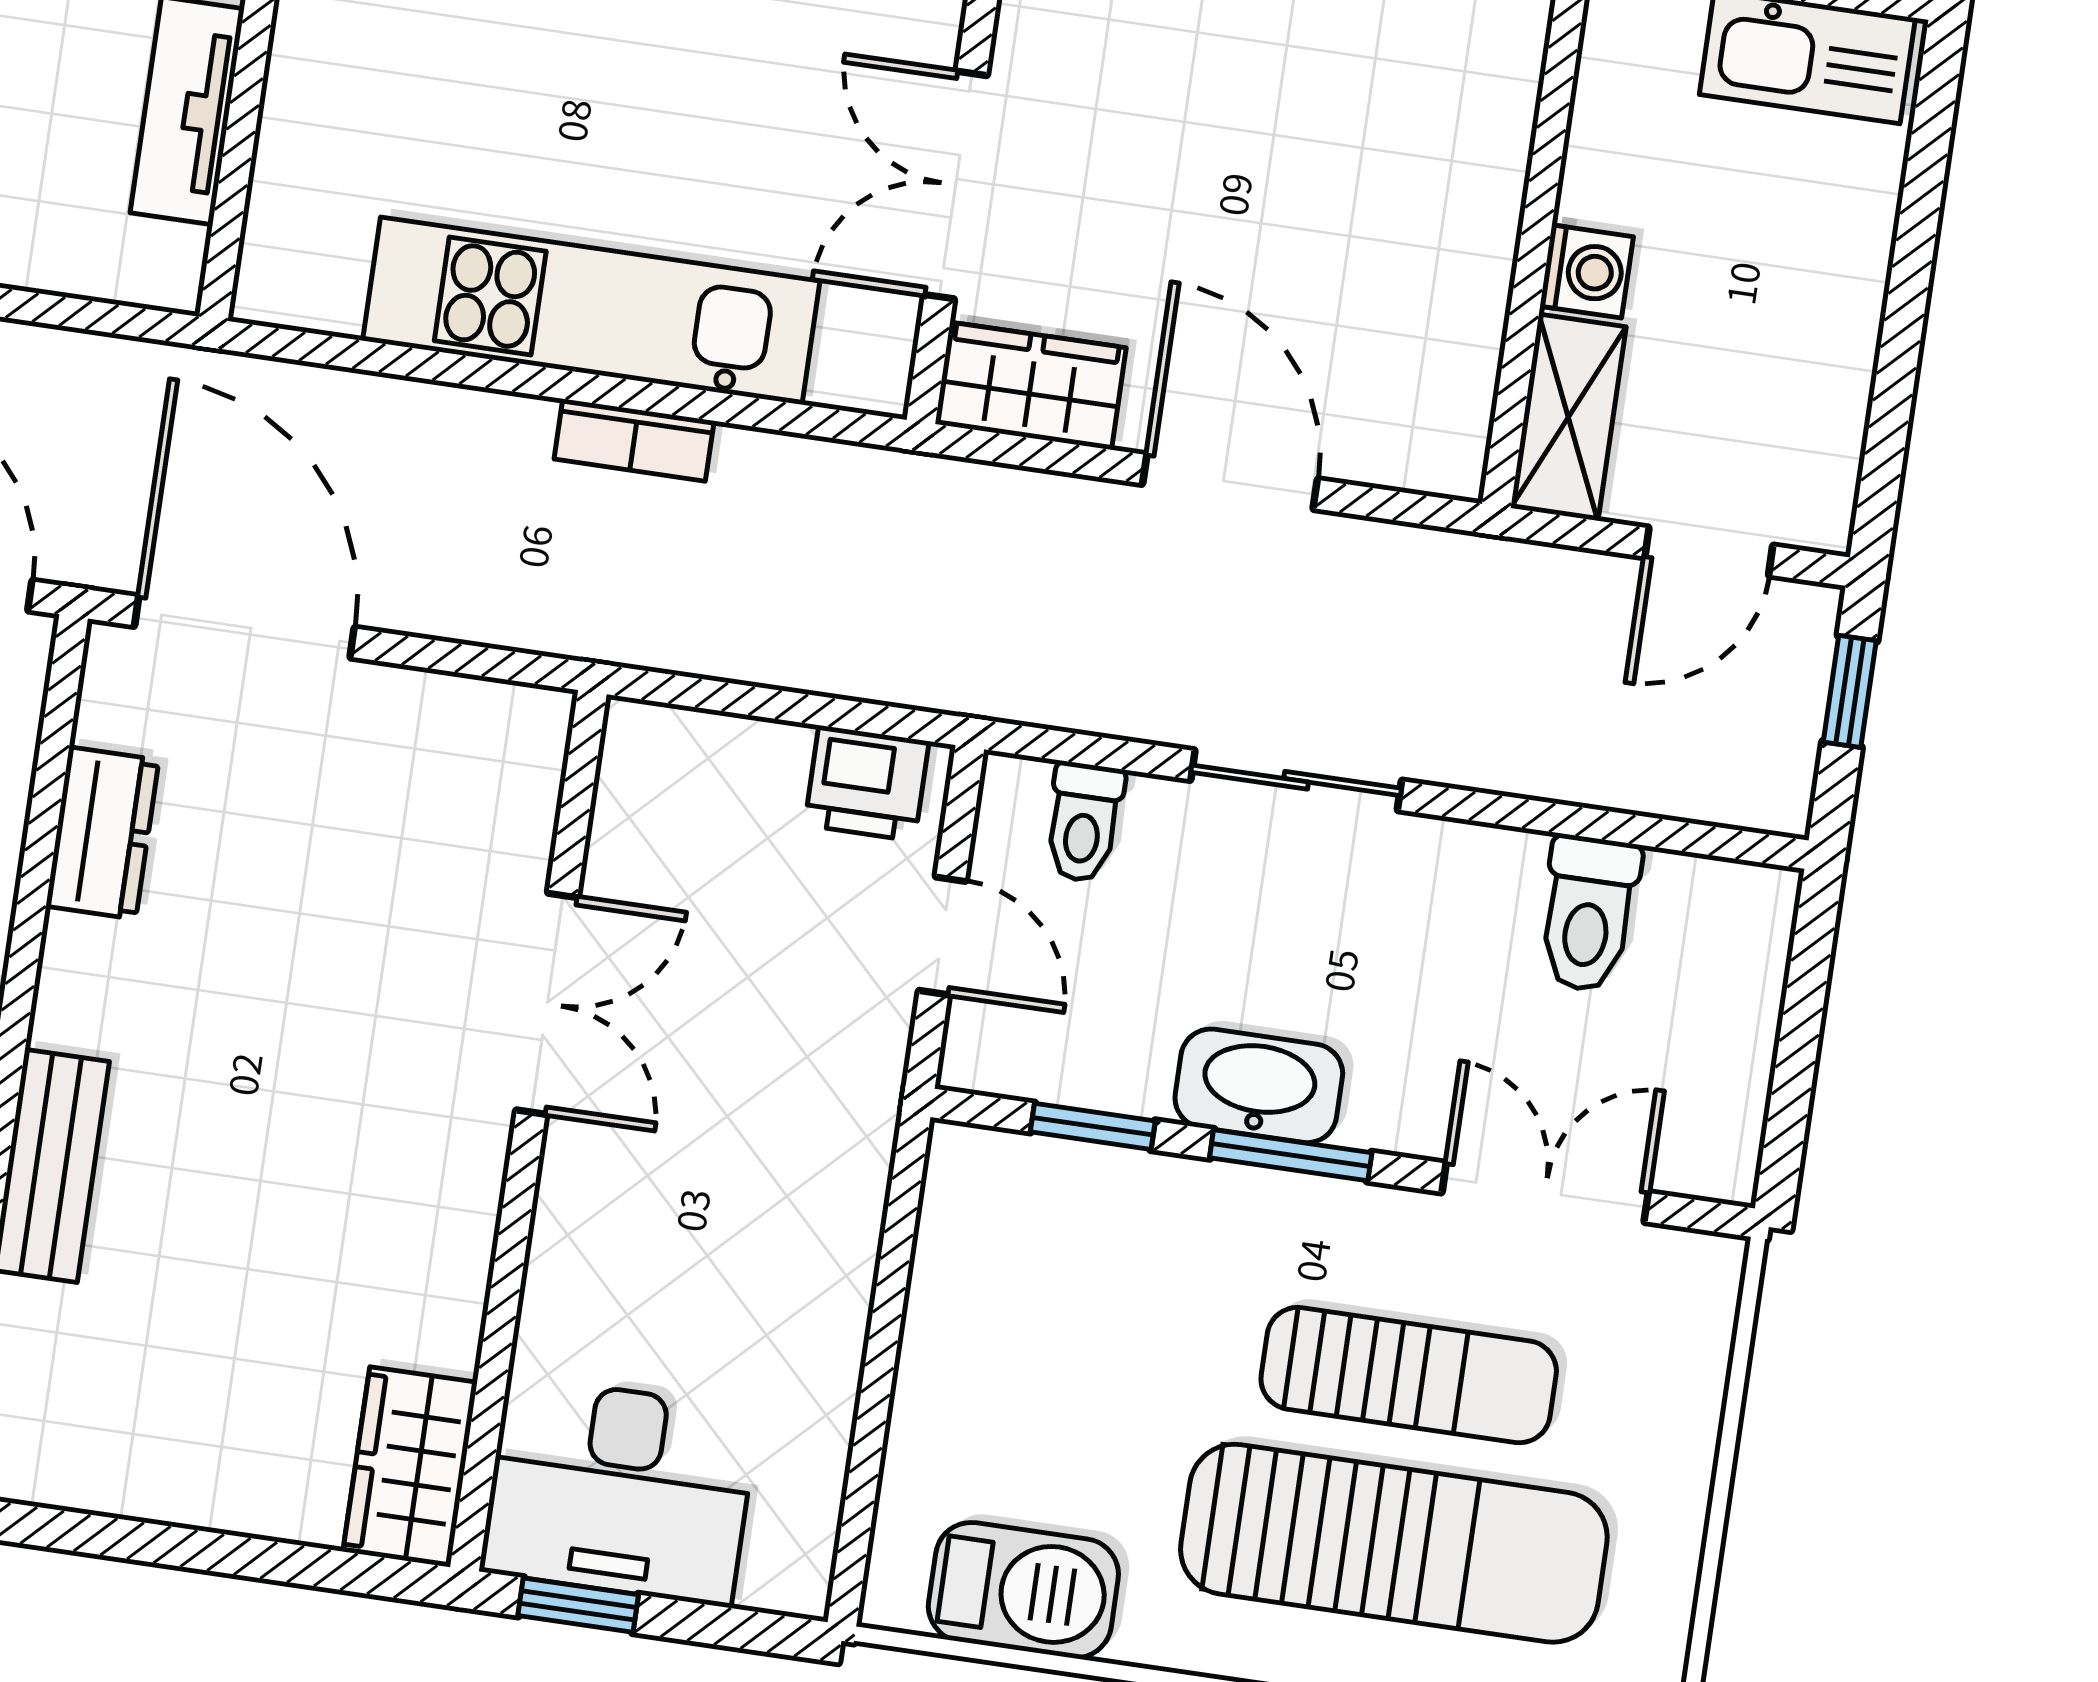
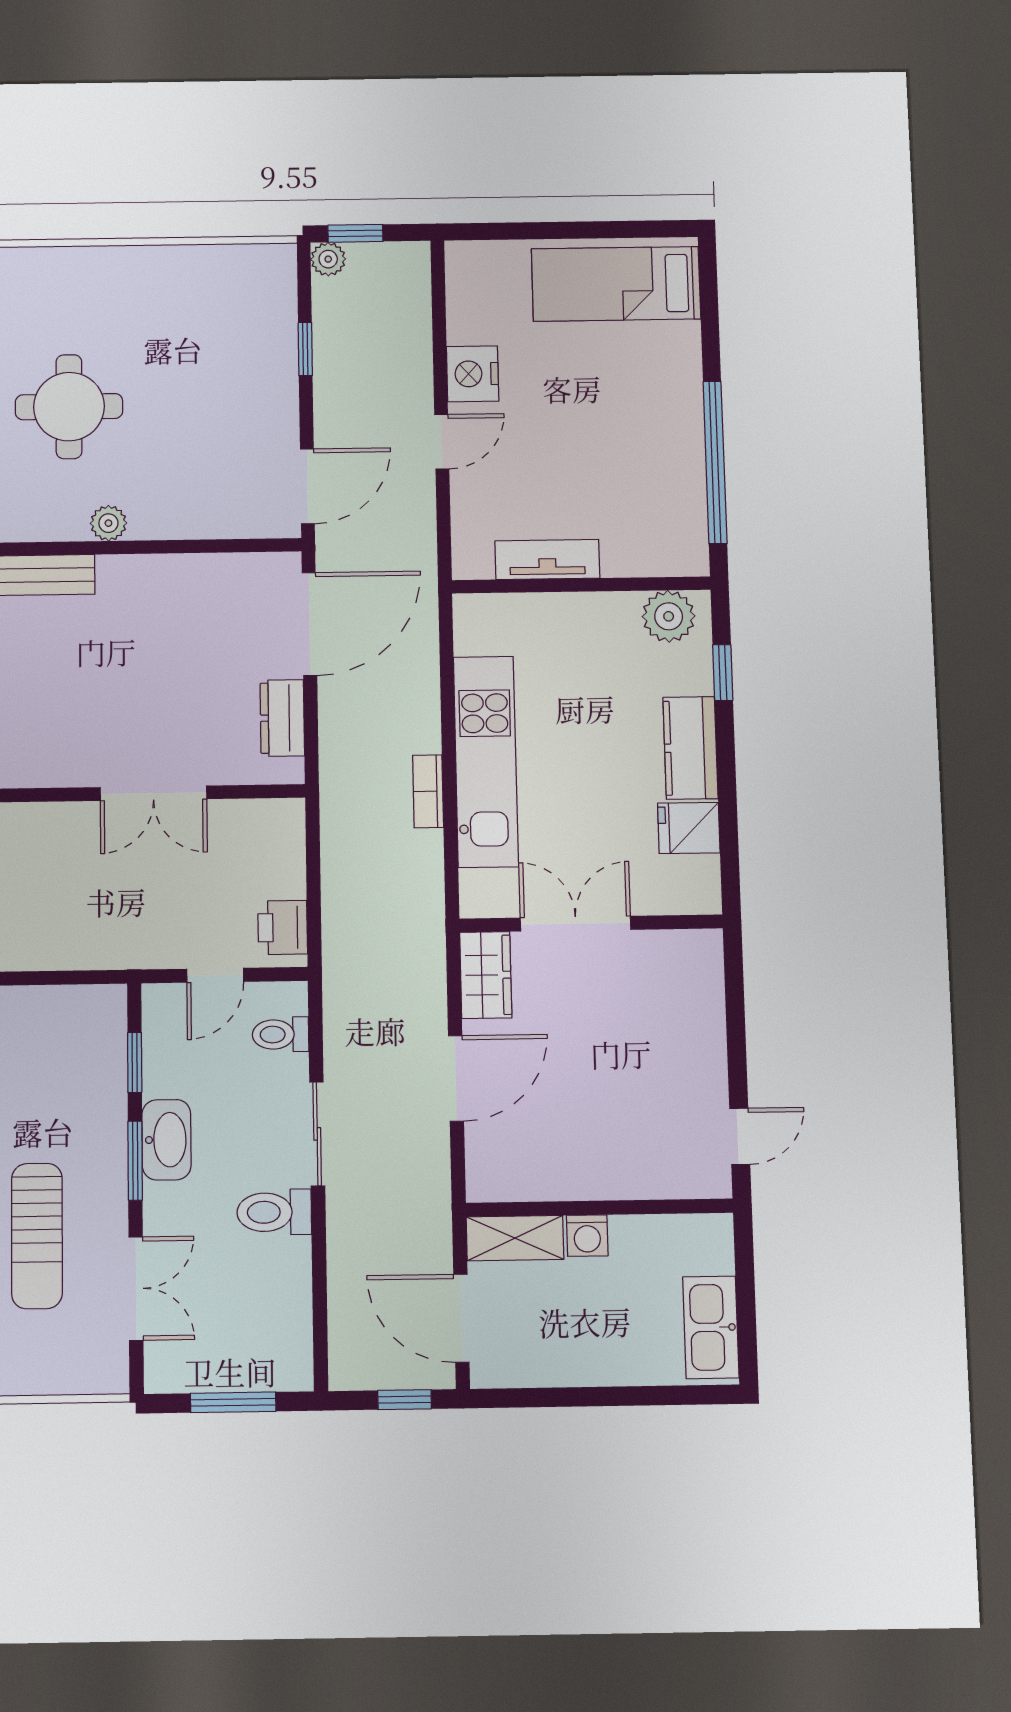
door: (1709, 551) -> (461, 1318), width x1.38
dresser: (102, 833) -> (282, 718), moved, turned 90
toilet: (1588, 914) -> (274, 1212), moved
window: (1800, 1033) -> (233, 1402), added

